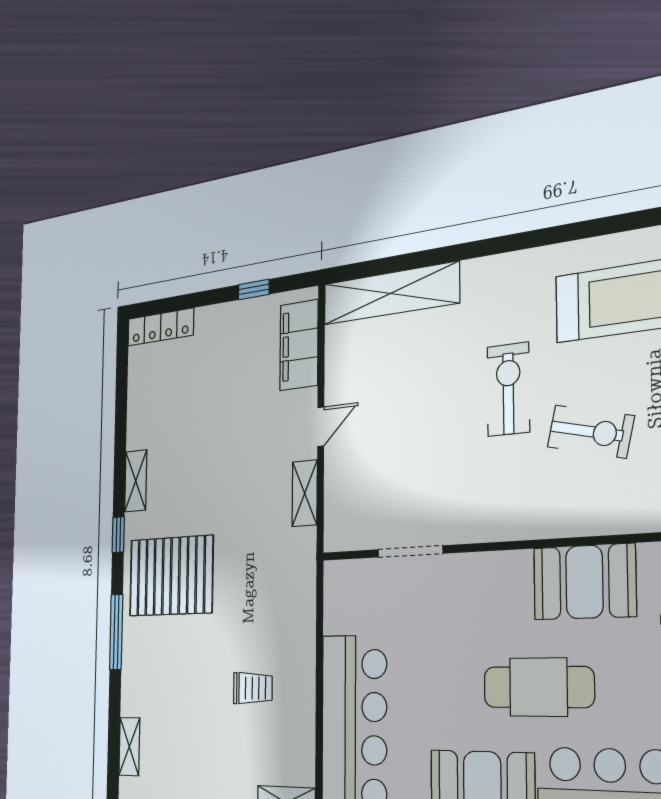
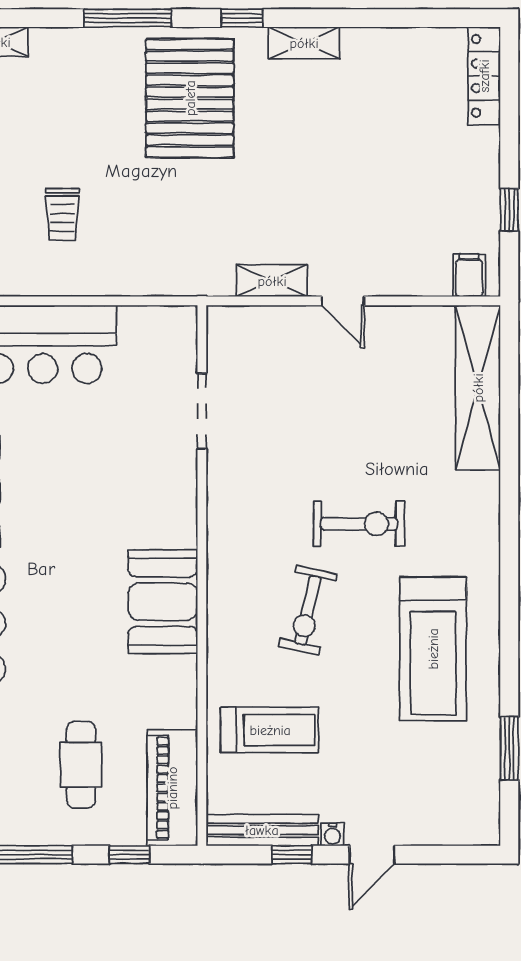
filing cabinet: (299, 345) -> (469, 275), width x0.33, depth x0.86
cafe table: (538, 687) -> (63, 553), removed

